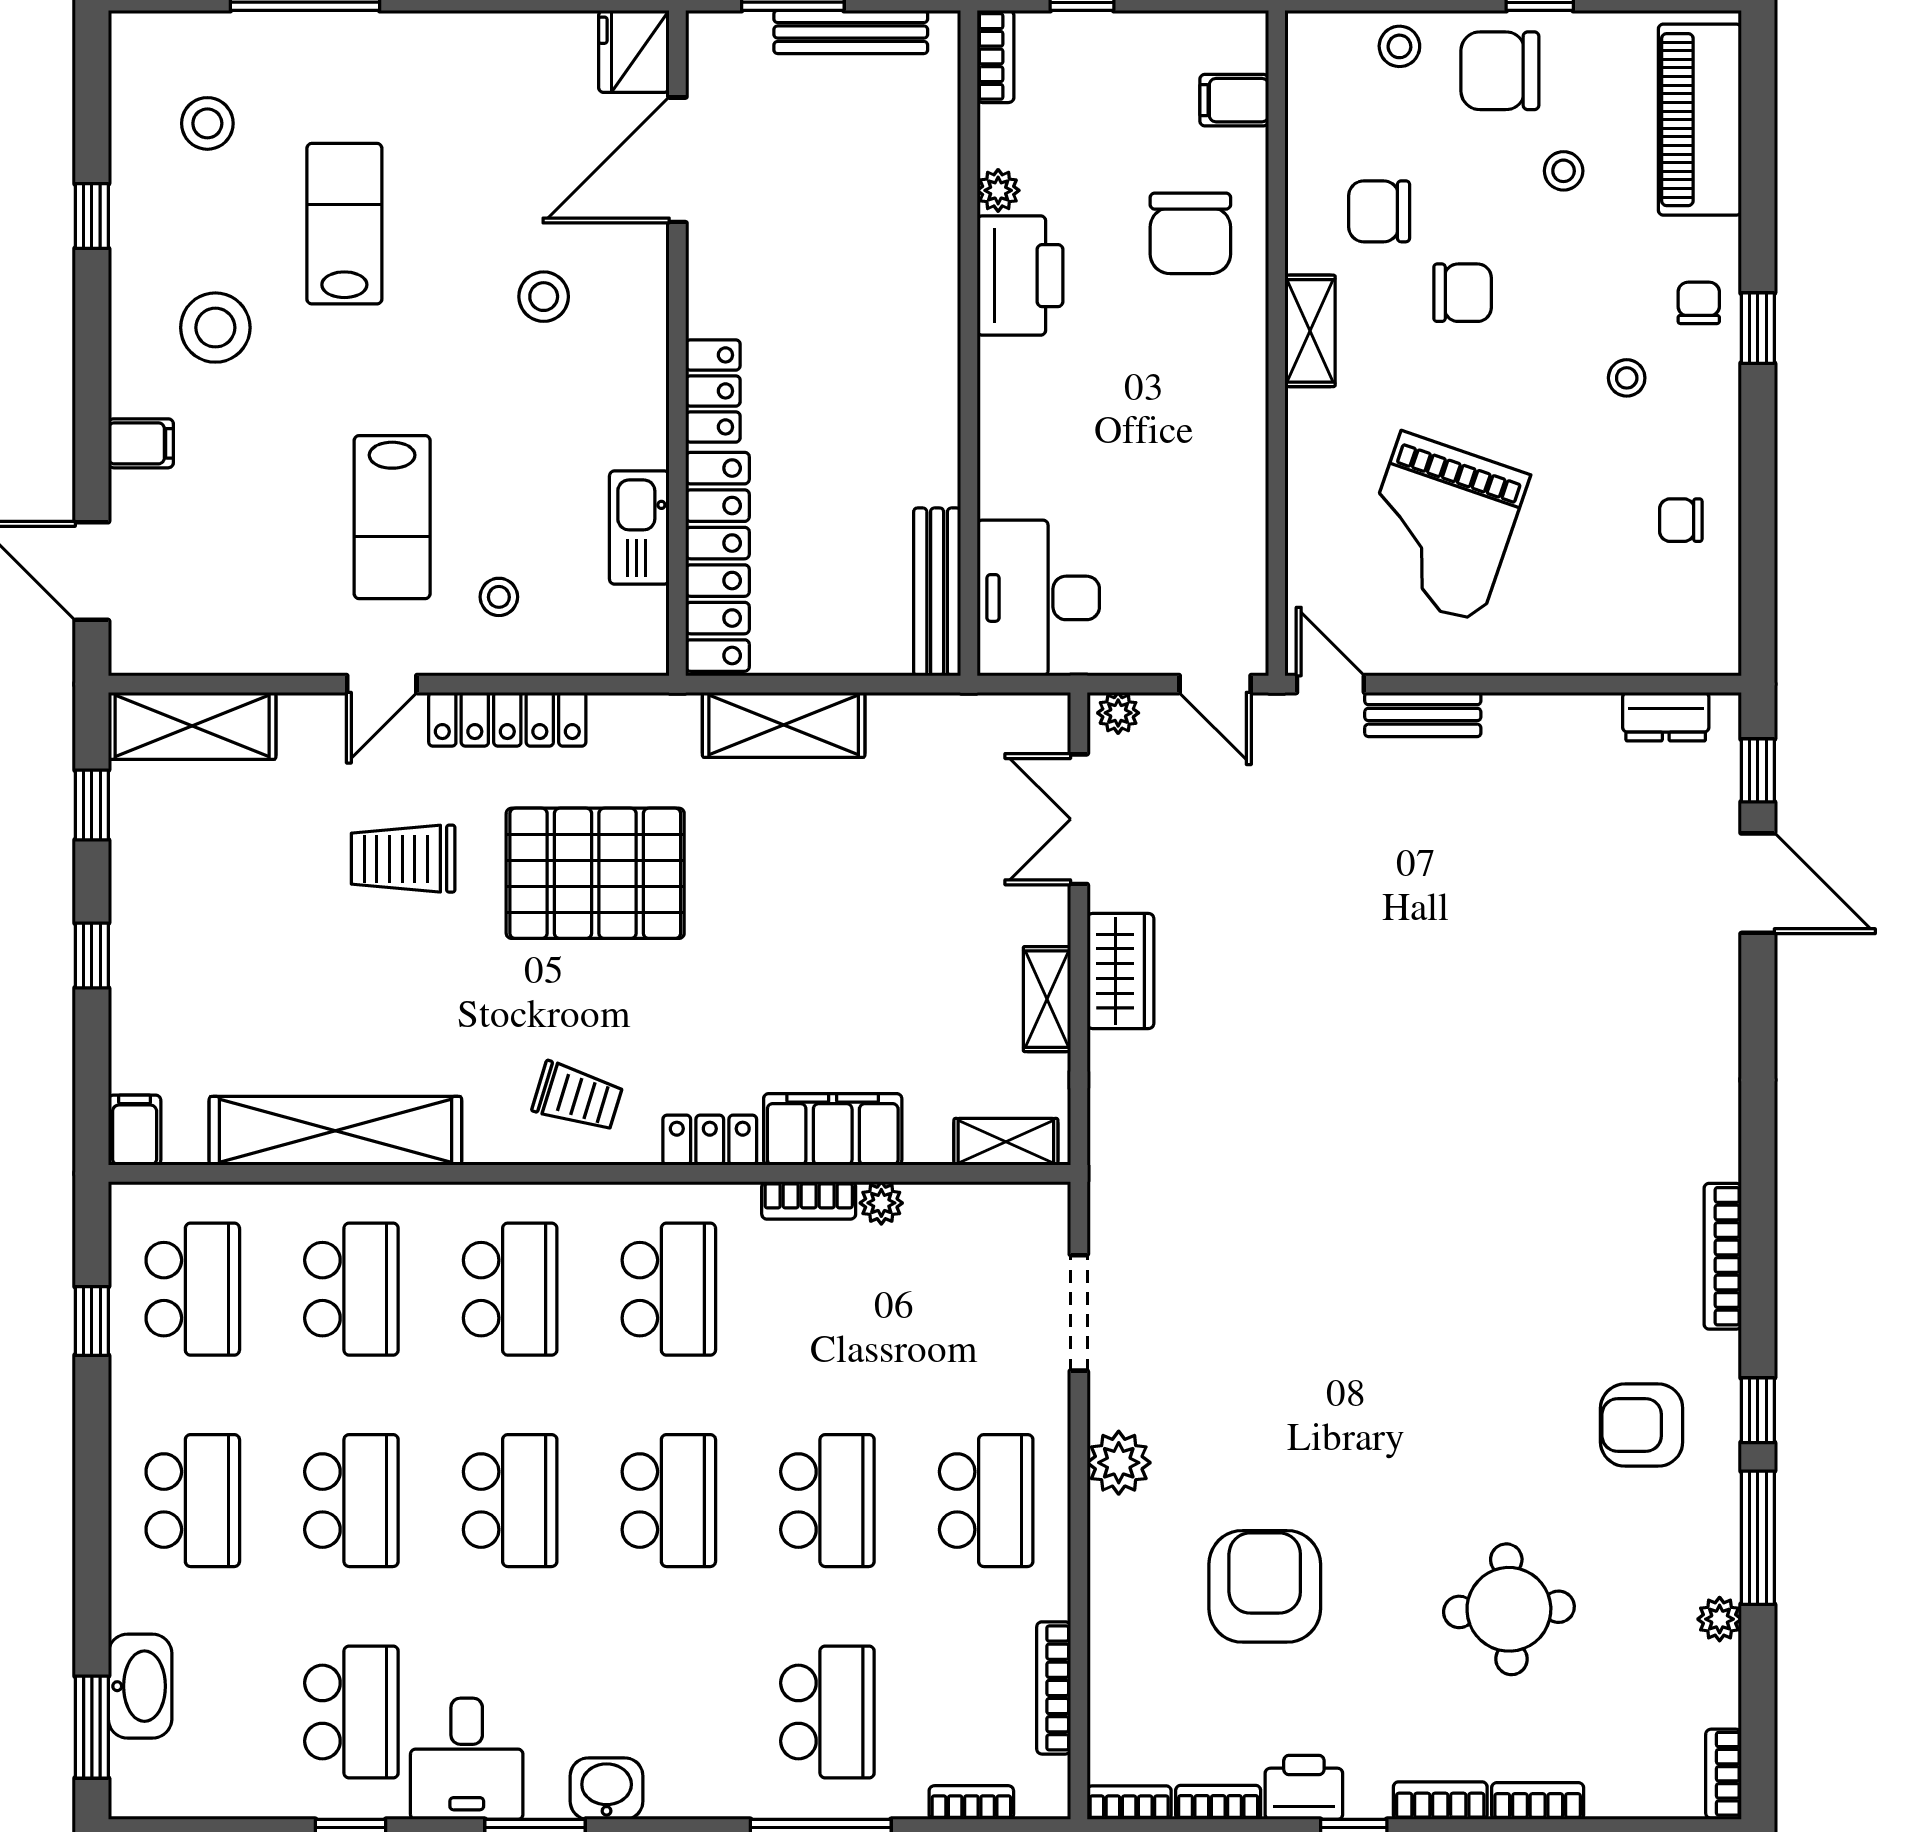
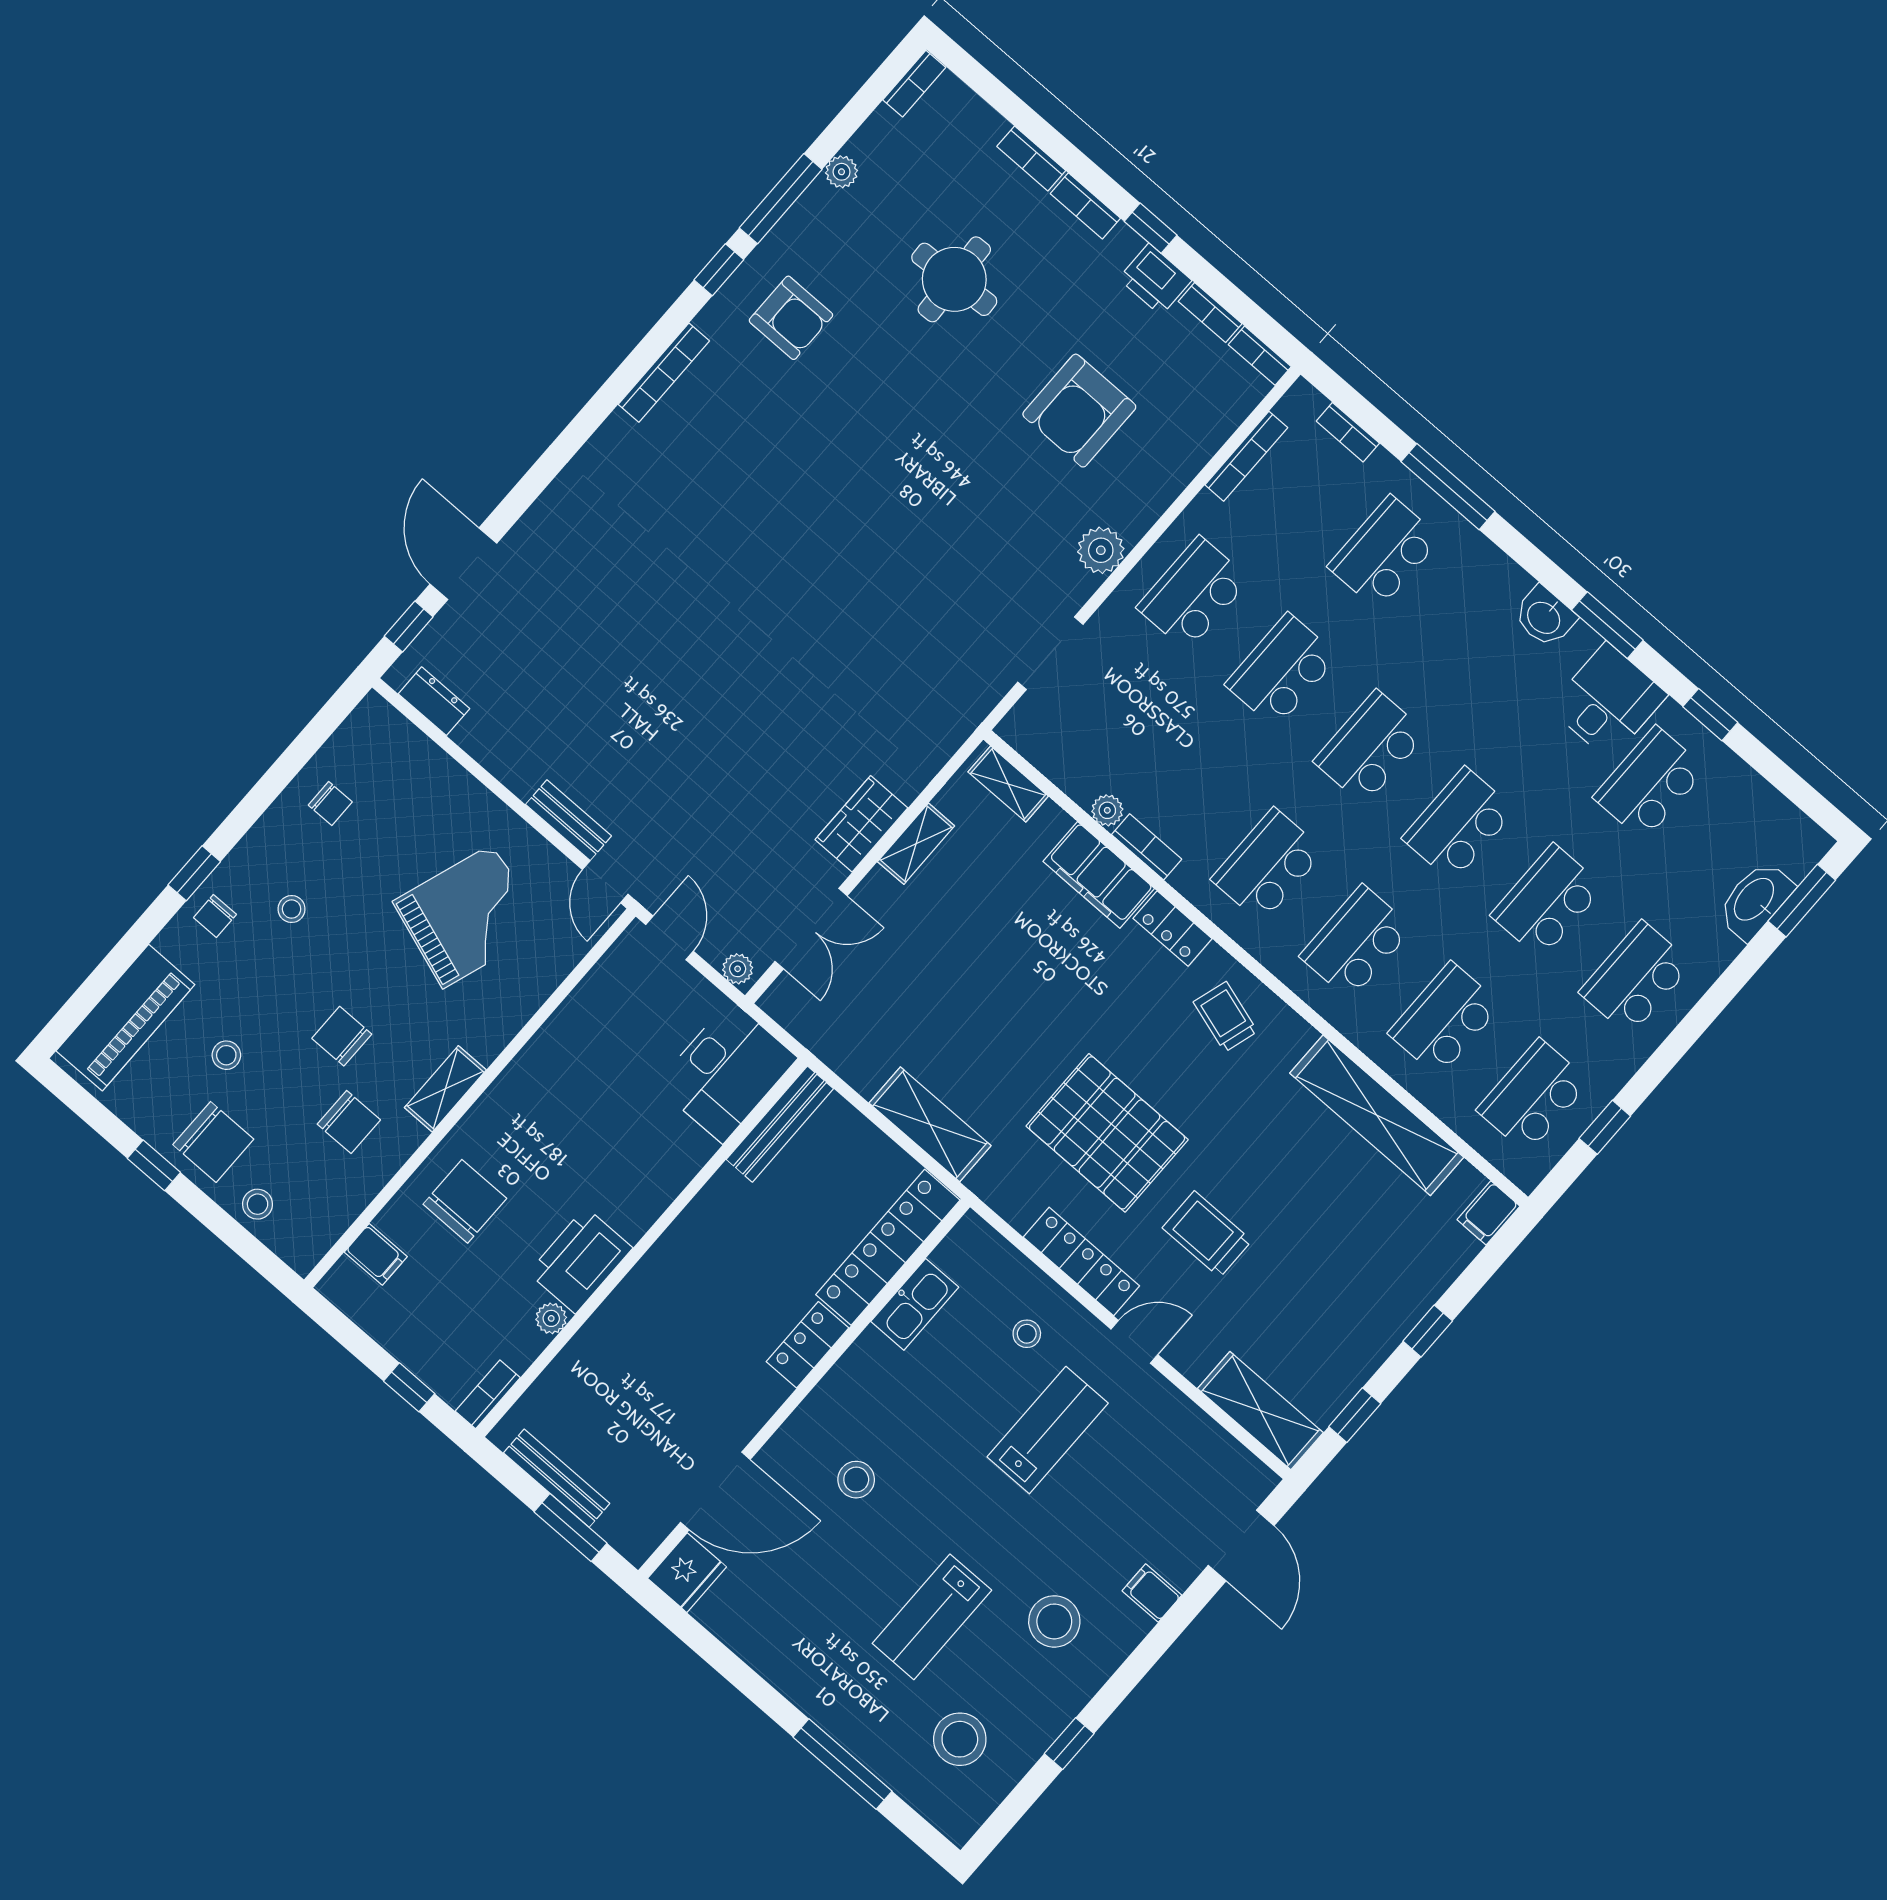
stool: (207, 123) -> (960, 1739), width x1.38, depth x1.38
trolley: (403, 859) -> (1207, 1234), turned 180

